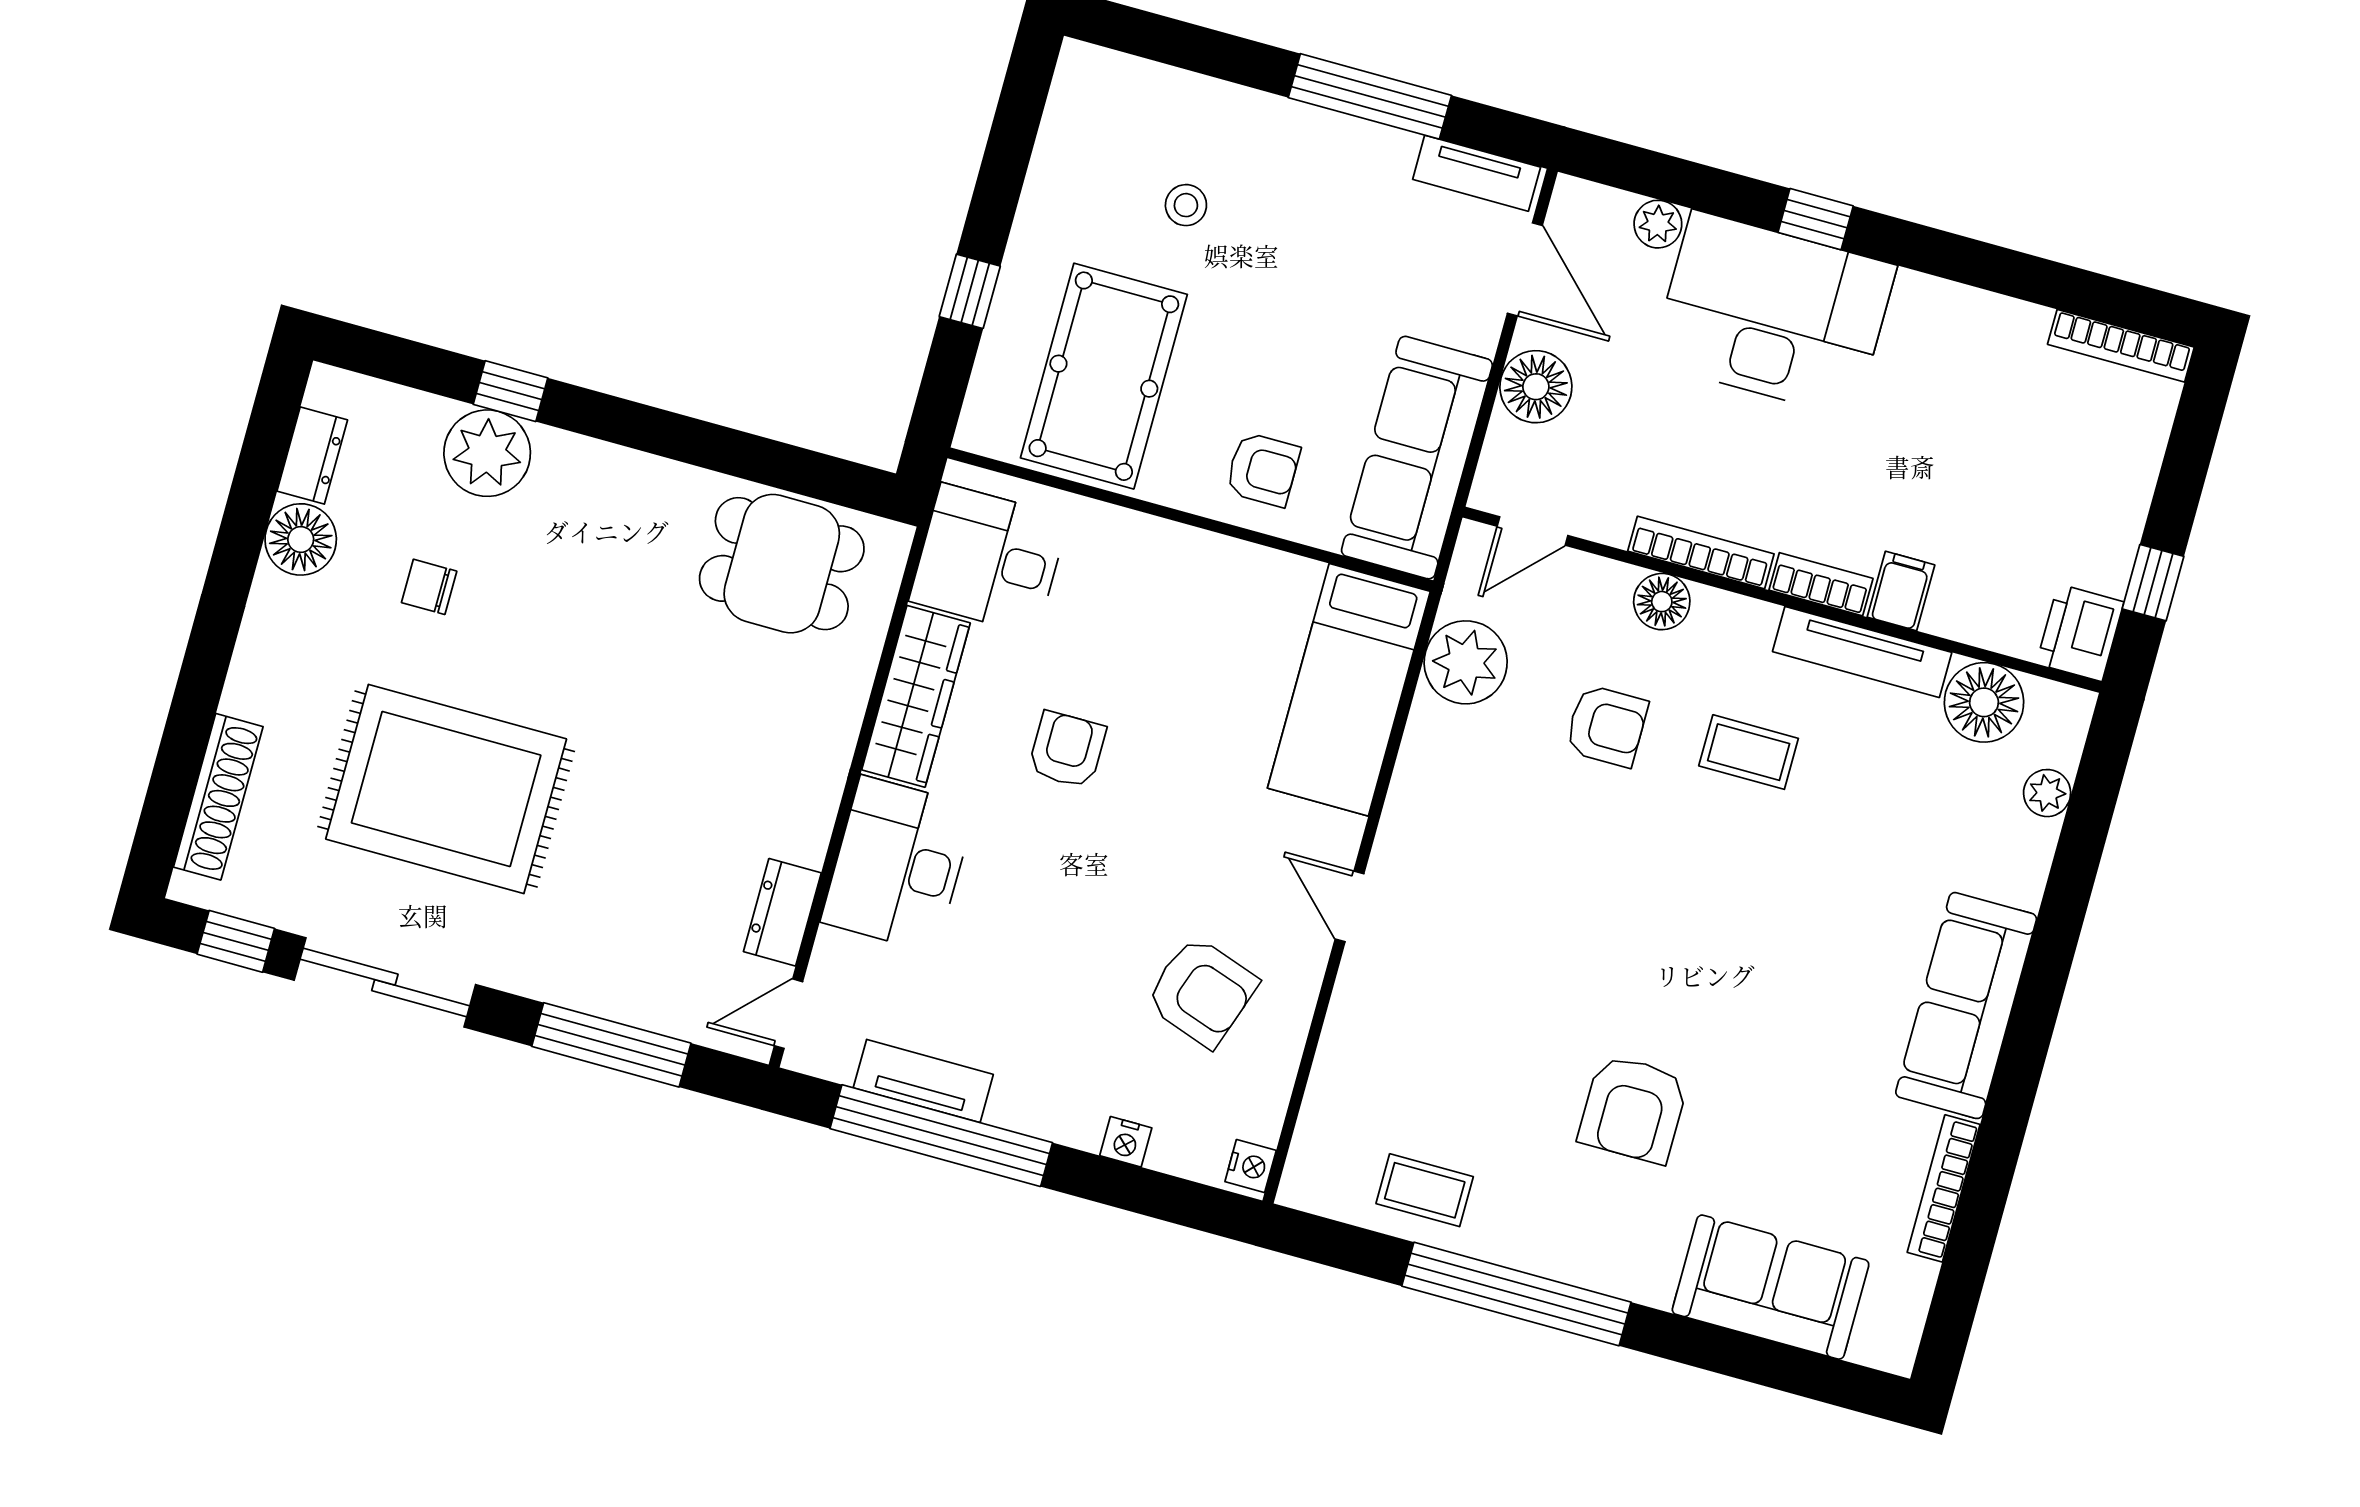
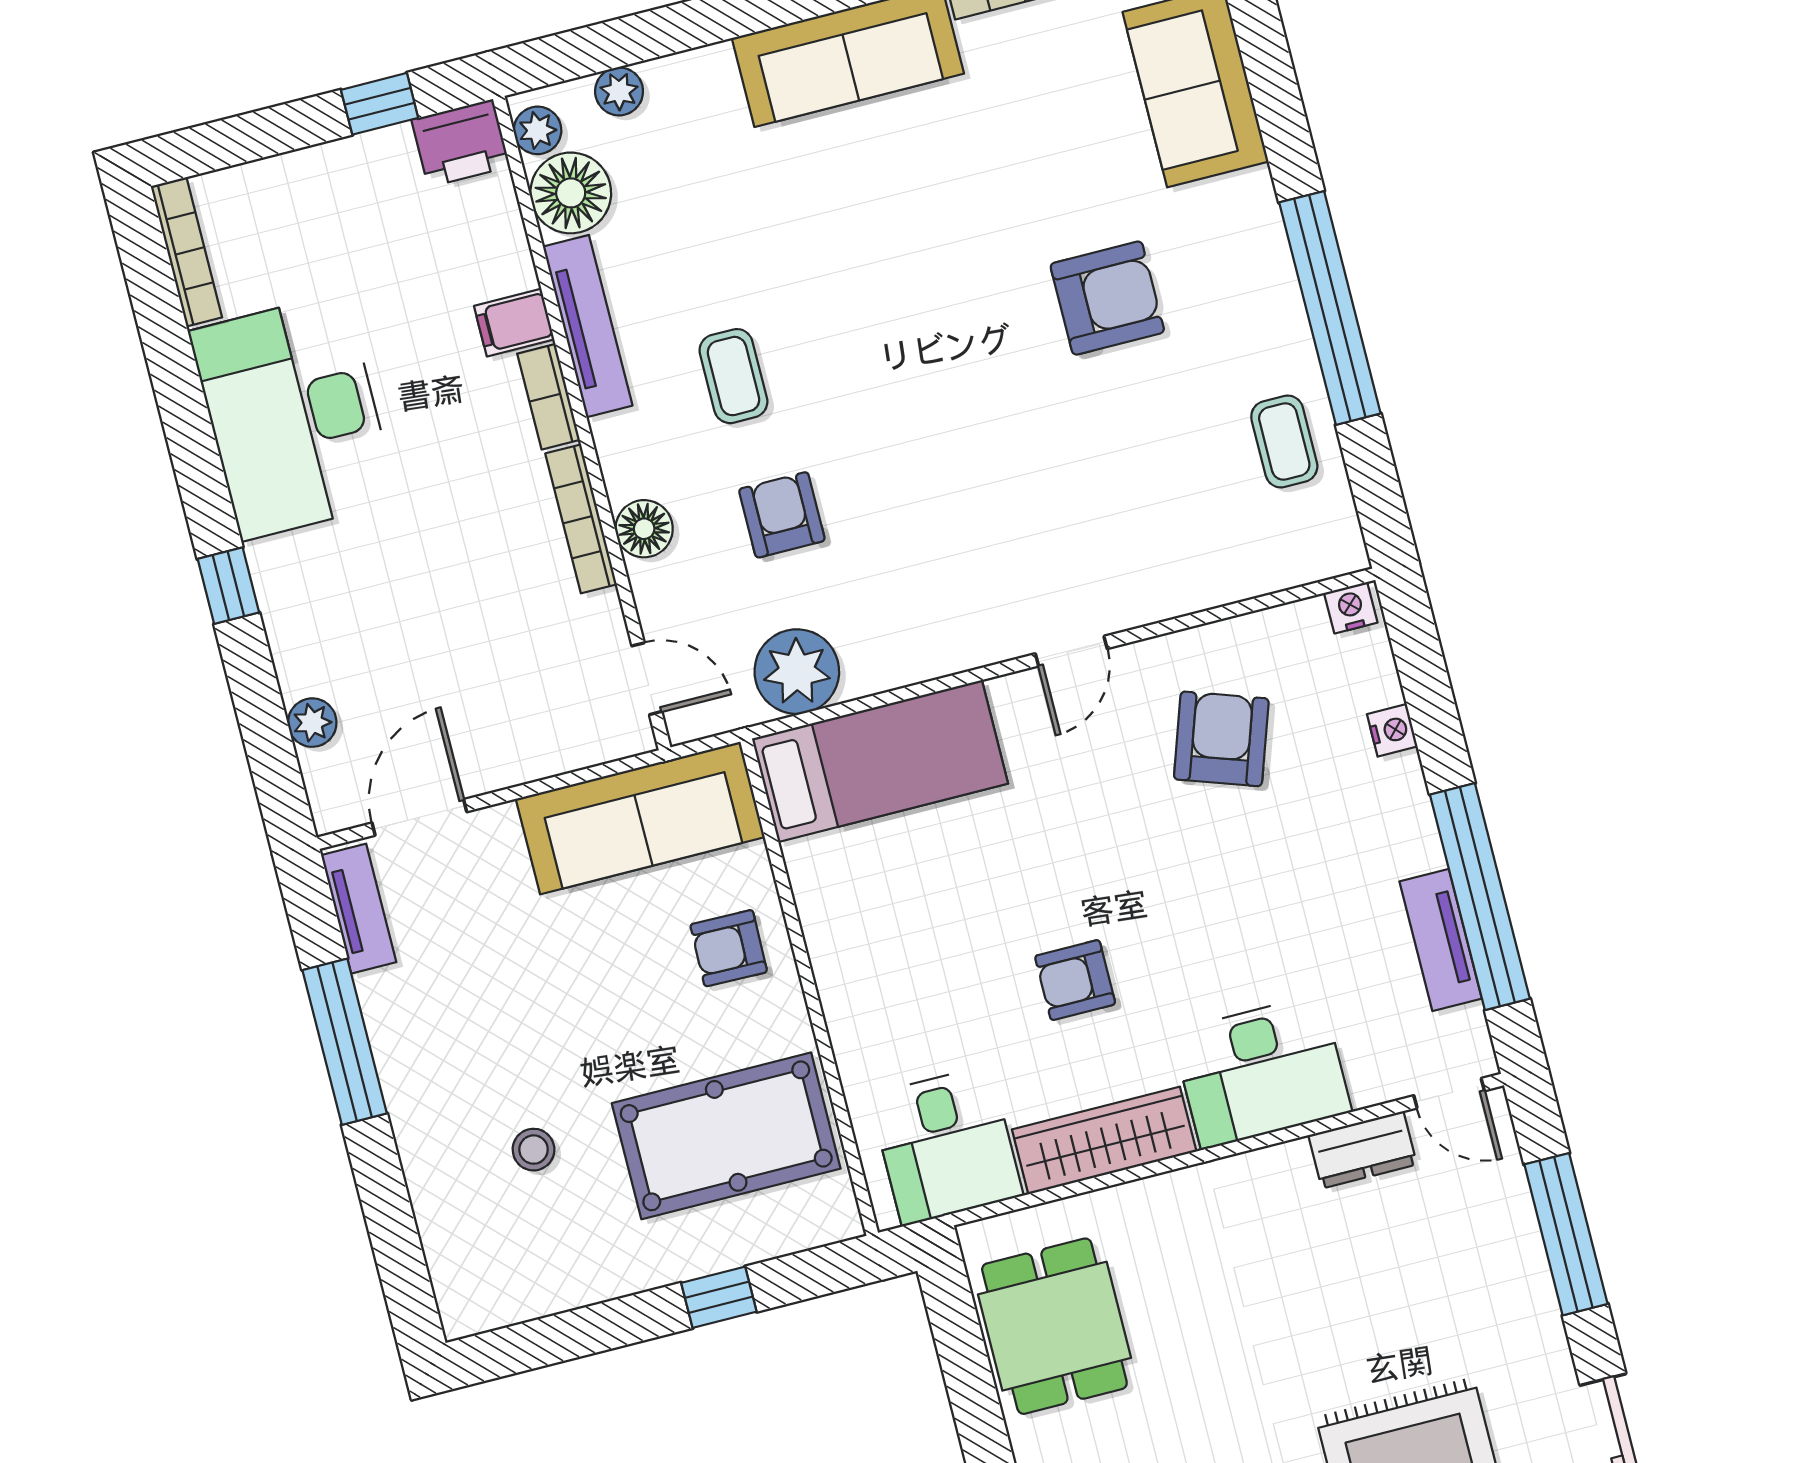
desk: (1773, 314) -> (293, 416), moved
floor lamp: (1536, 387) -> (518, 748), removed
armchair: (1263, 470) -> (729, 948), turned -89
plant: (2054, 705) -> (538, 130), added

